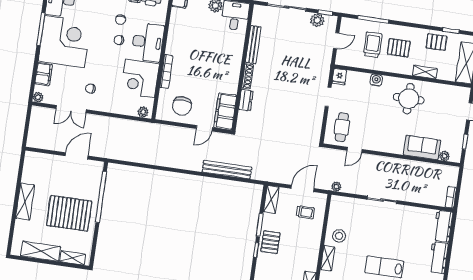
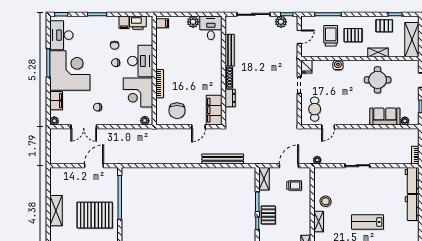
round table: (409, 99) -> (378, 80), moved

